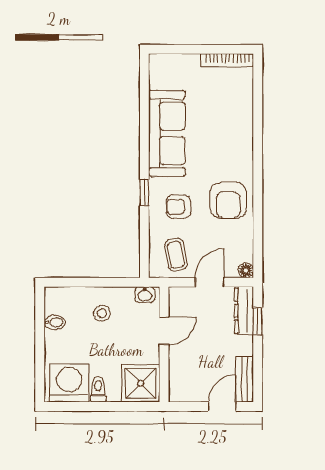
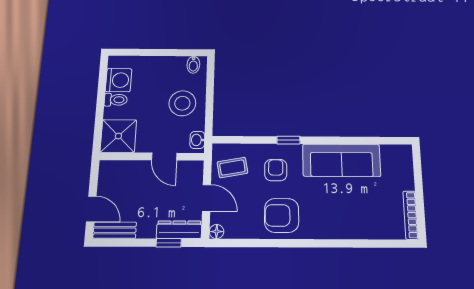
stool: (102, 313) -> (182, 103), width x1.89, depth x1.89
bidet: (55, 322) -> (193, 65), moved
washing machine: (69, 383) -> (119, 80), width x0.73, depth x0.73

